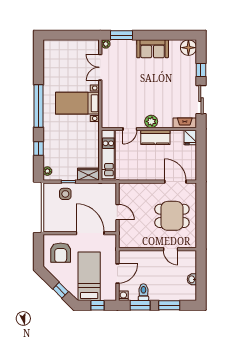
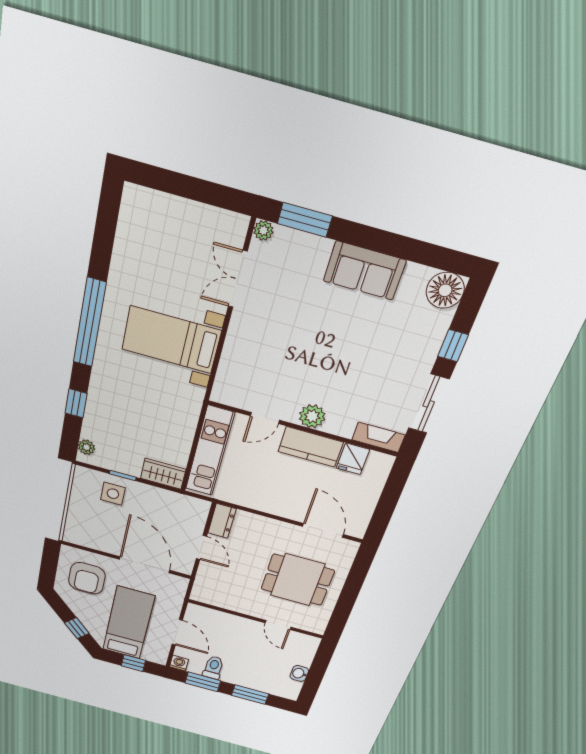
fridge: (190, 137) -> (353, 459), moved
dresser: (124, 192) -> (222, 521), added
door: (117, 273) -> (177, 632), hinge flipped

